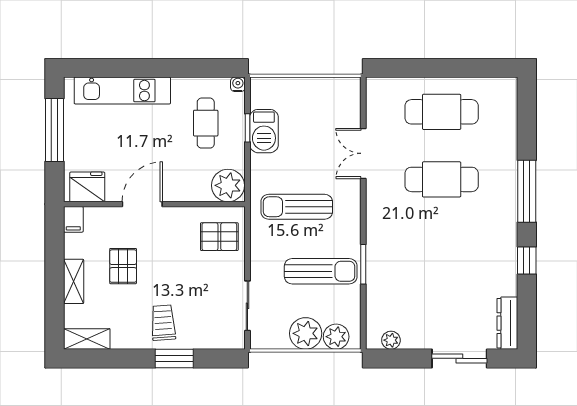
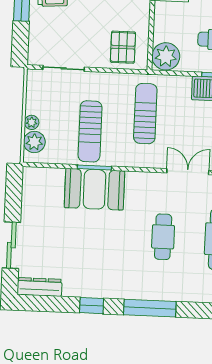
cafe table: (442, 179) -> (163, 237), width x0.73, depth x0.74
booth: (389, 263) -> (94, 189), added
plant: (306, 333) -> (32, 122), width x0.53, depth x0.53
plant: (391, 340) -> (29, 188), removed

